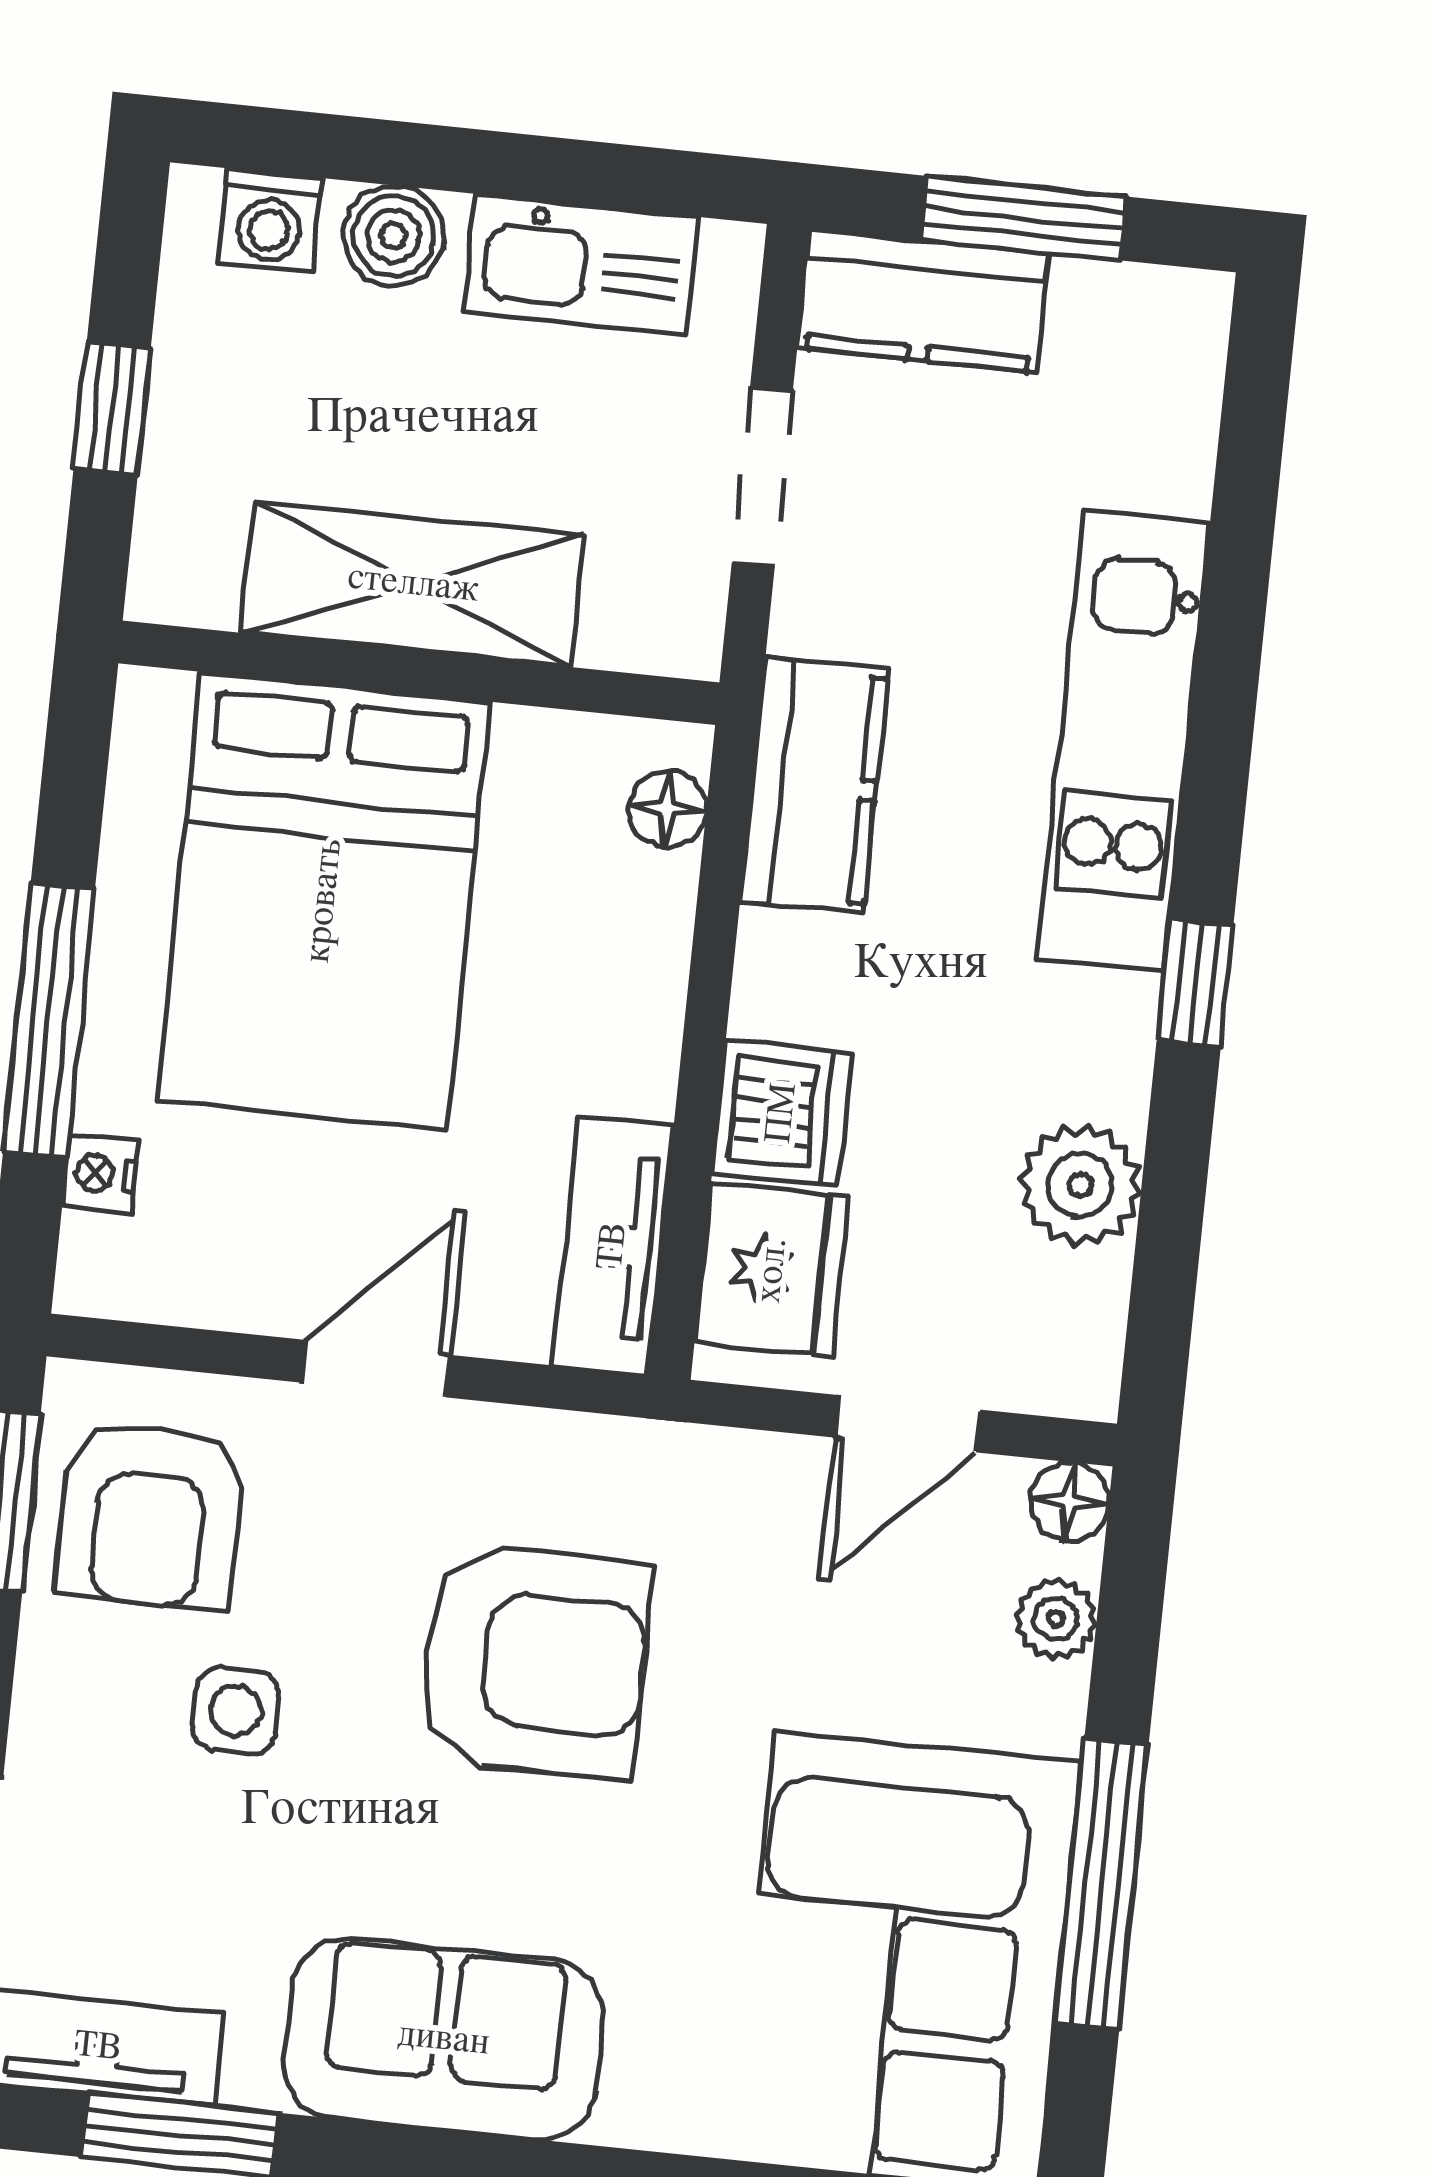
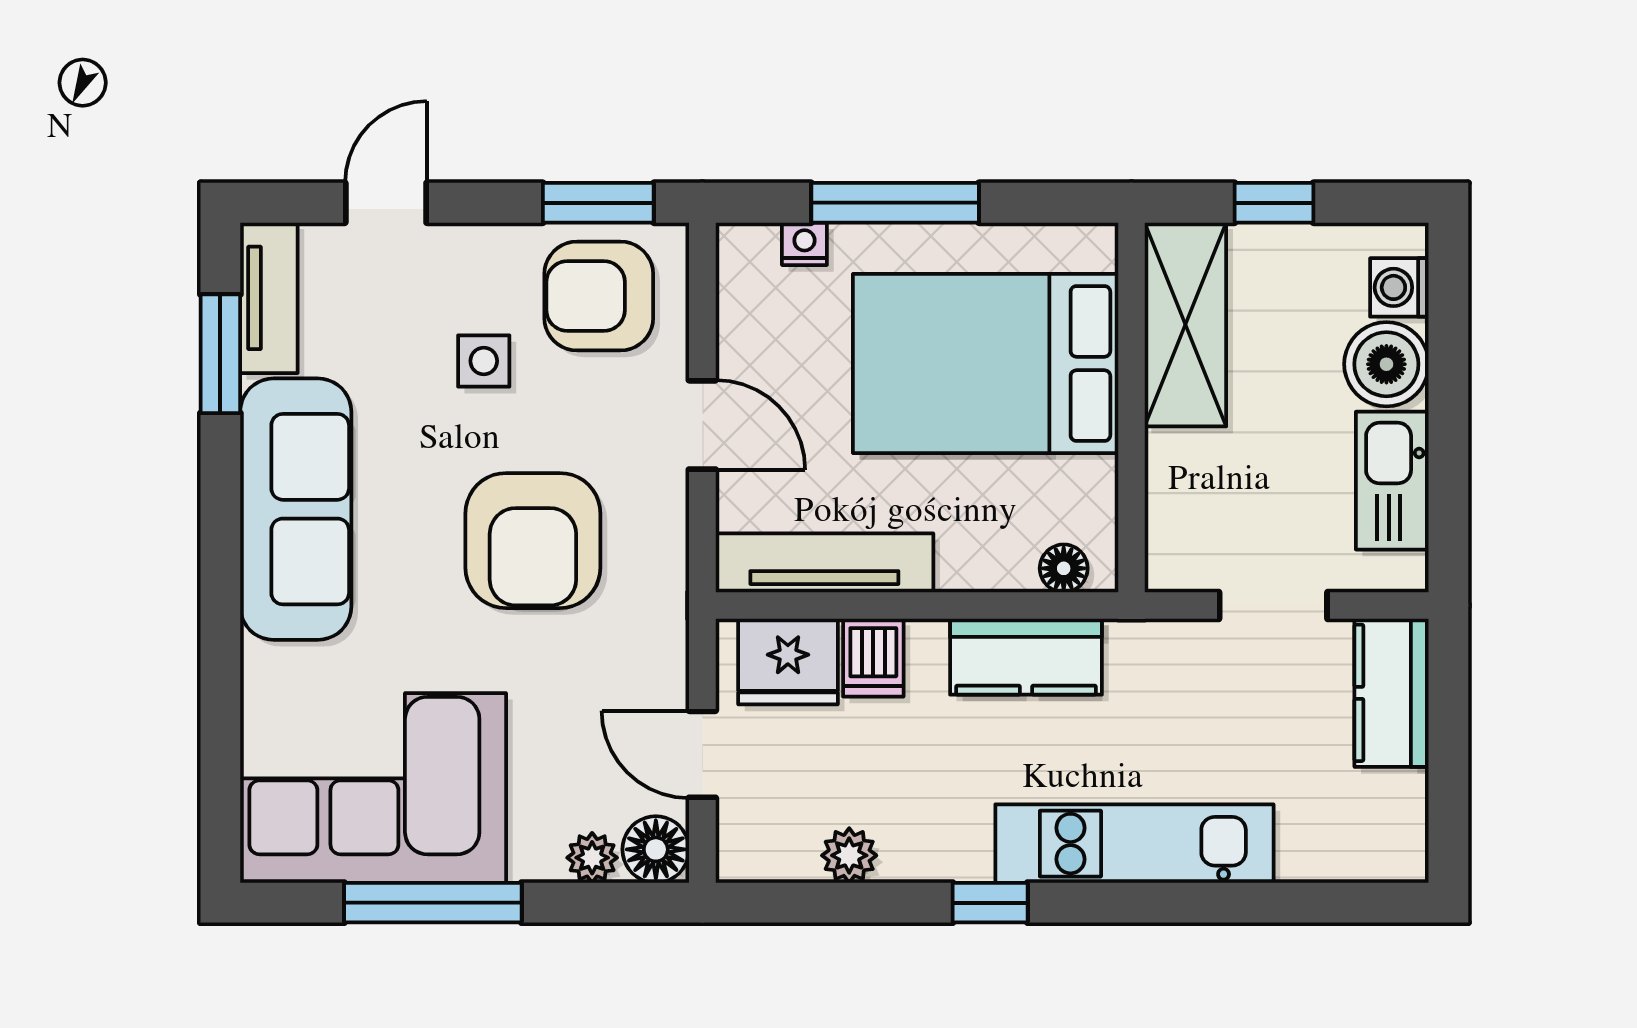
window: (1023, 218) -> (1448, 749), removed
boiler: (394, 236) -> (1386, 364), width x1.36, depth x1.36
shelving: (413, 584) -> (1185, 324), moved
kitchen counter: (814, 785) -> (1026, 657), moved
dishwasher: (782, 1113) -> (873, 658), width x0.73
plant: (1080, 1185) -> (849, 855), width x0.73, depth x0.73
tv unit: (613, 1246) -> (824, 563), width x1.41
floor lamp: (1069, 1502) -> (656, 849), width x1.37, depth x1.37
sofa: (444, 2039) -> (296, 509), width x1.36

